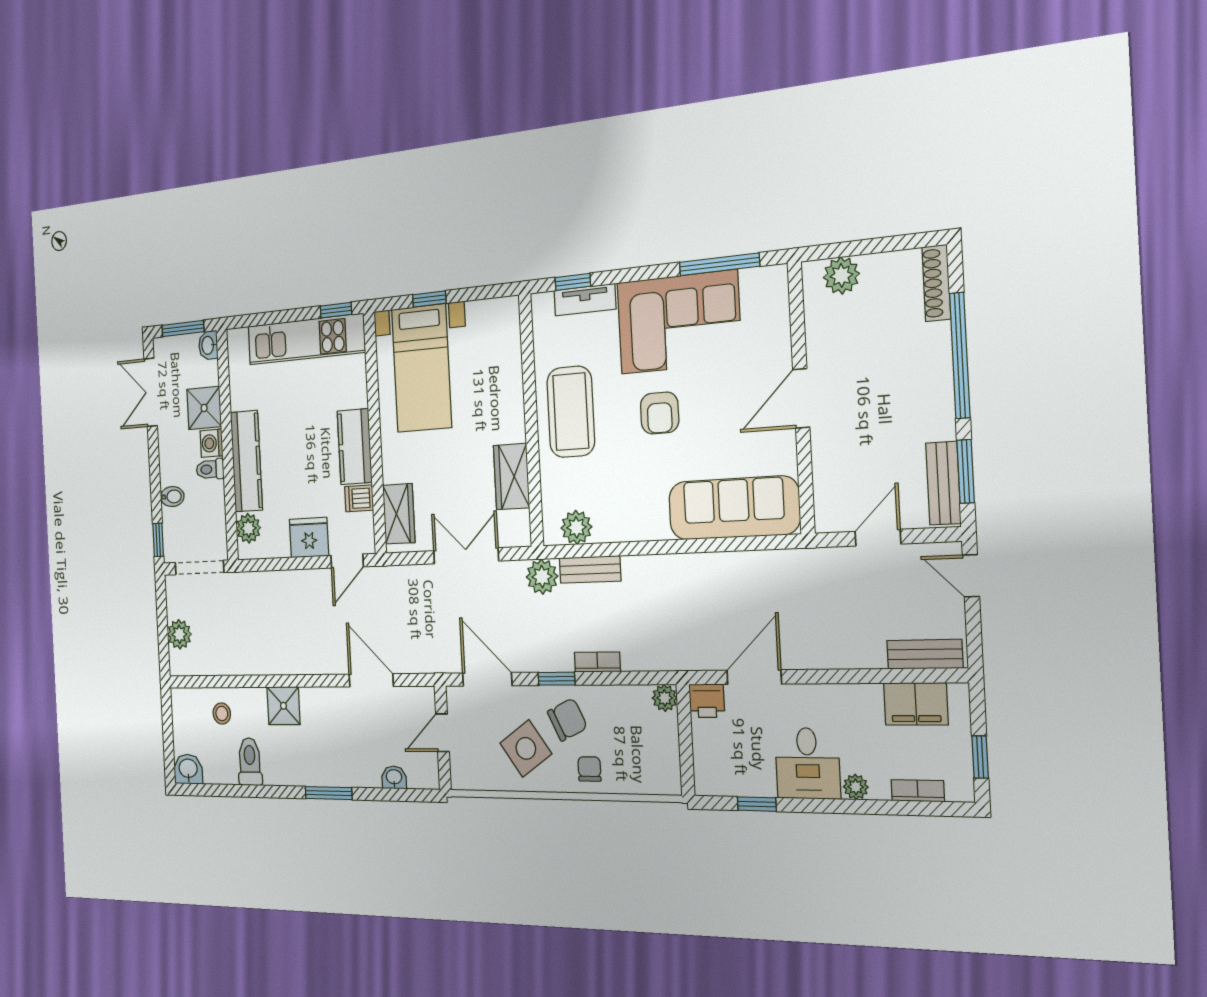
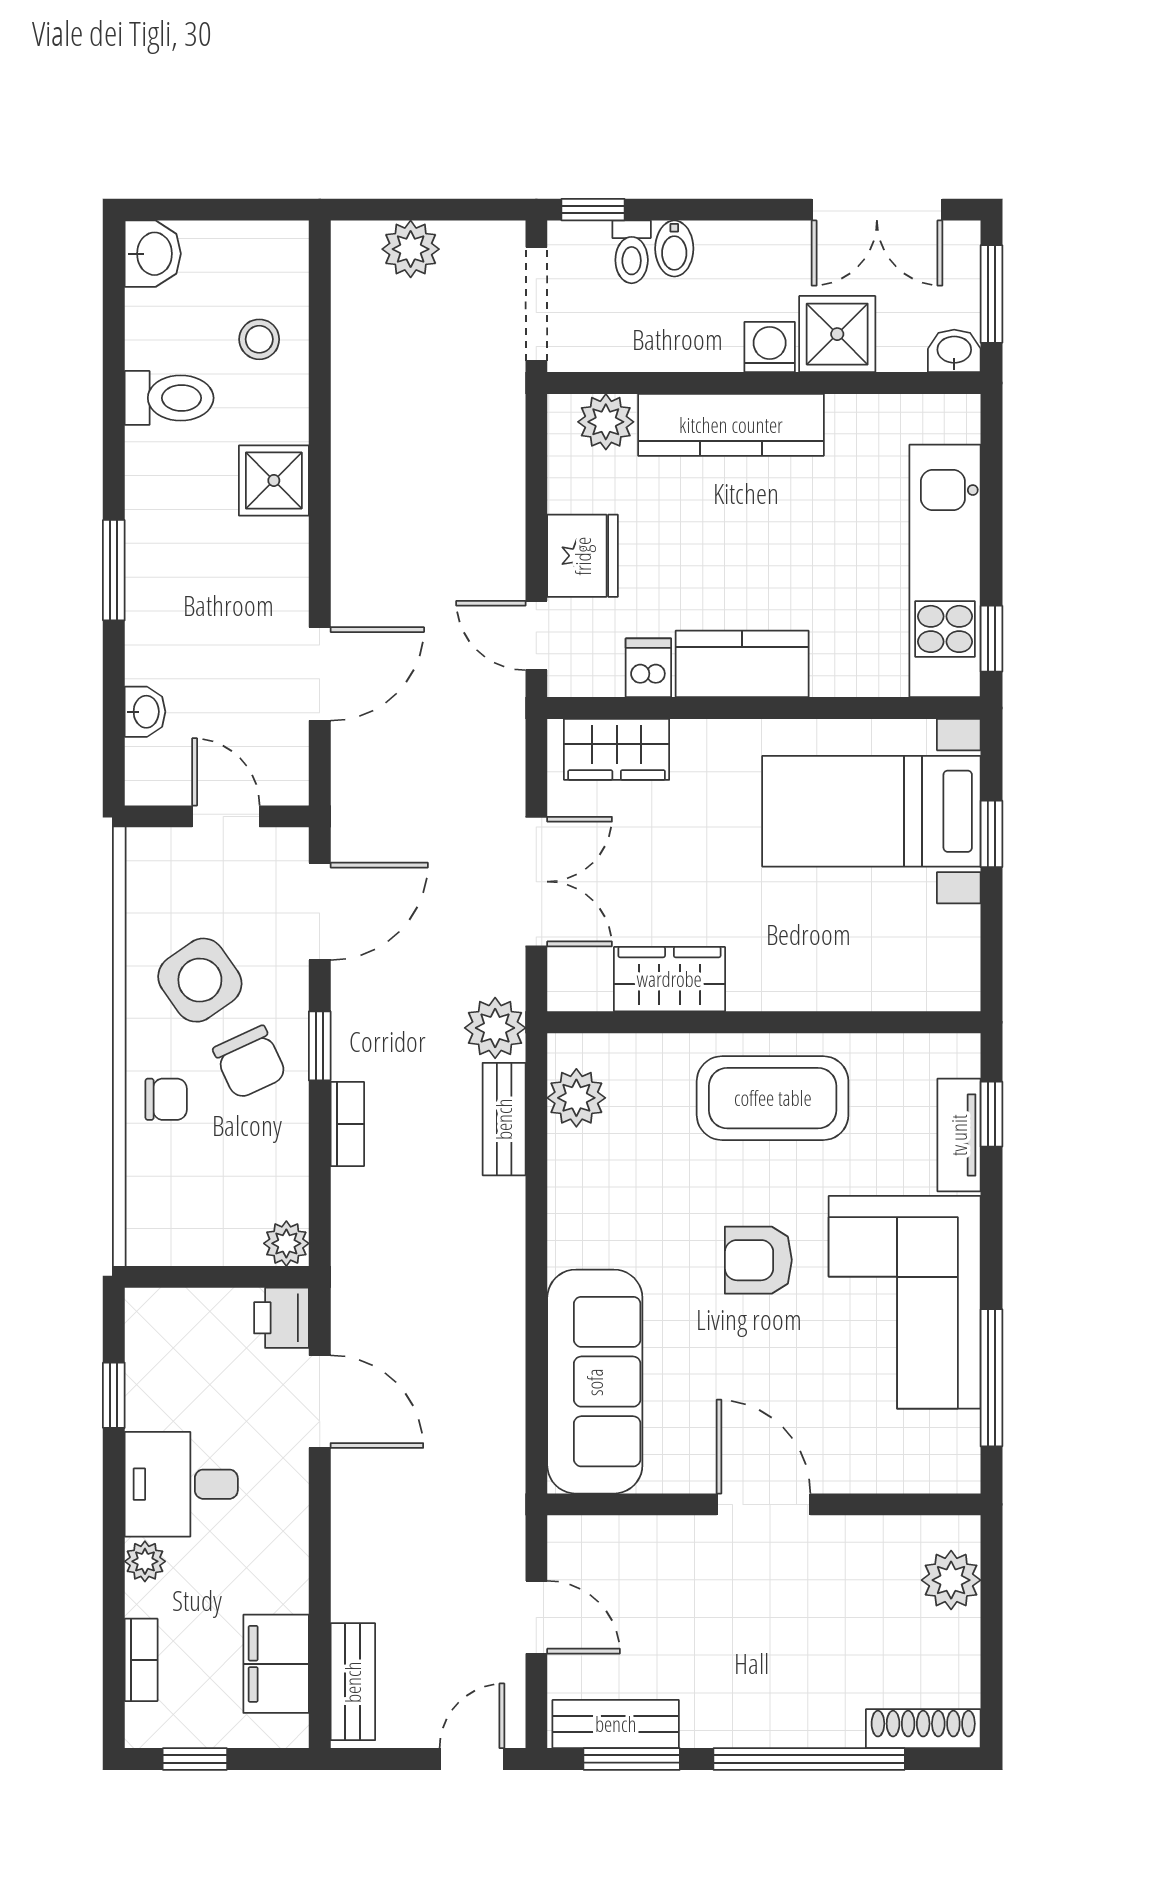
double door: (151, 392) -> (877, 210), swing flipped
toilet: (210, 469) -> (632, 252), moved, turned 180

